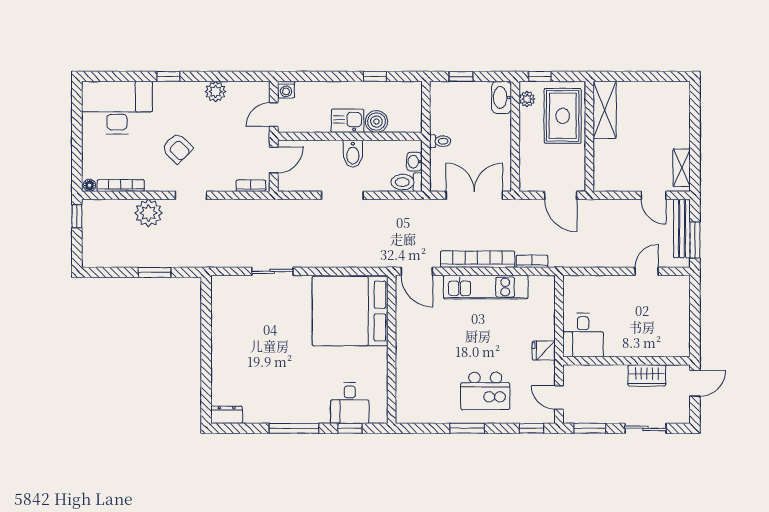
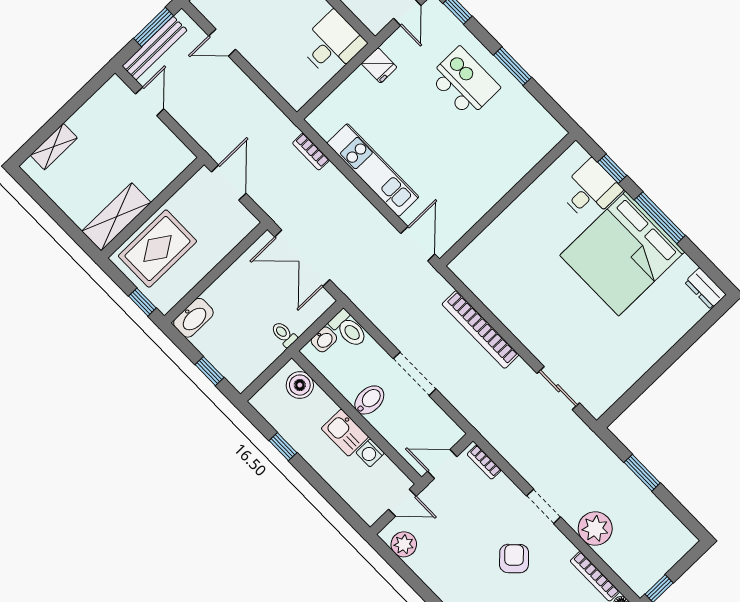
washing machine: (286, 90) -> (370, 453), moved, turned 180
plant: (216, 92) -> (404, 544), moved
plant: (527, 99) -> (173, 294), removed
boiler: (376, 122) -> (300, 385), moved
shelving: (682, 168) -> (54, 147), moved
bookcase: (478, 259) -> (480, 330), moved
sliding door: (272, 271) -> (558, 388), moved
bed: (350, 311) -> (622, 254), moved, turned 90

